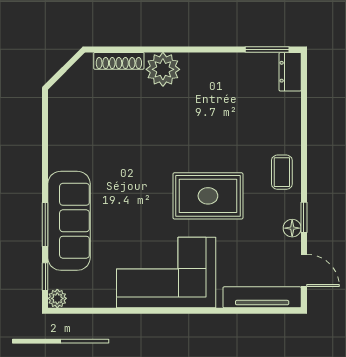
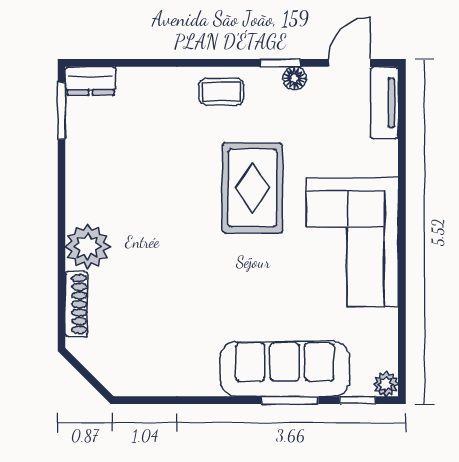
tv unit: (262, 297) -> (384, 103), width x0.71

